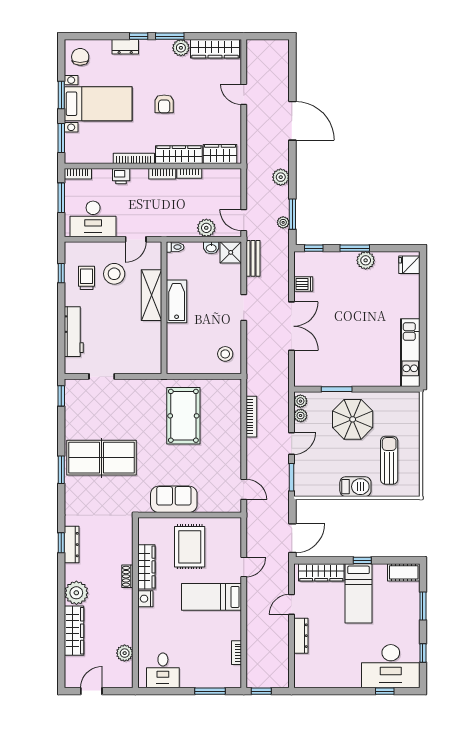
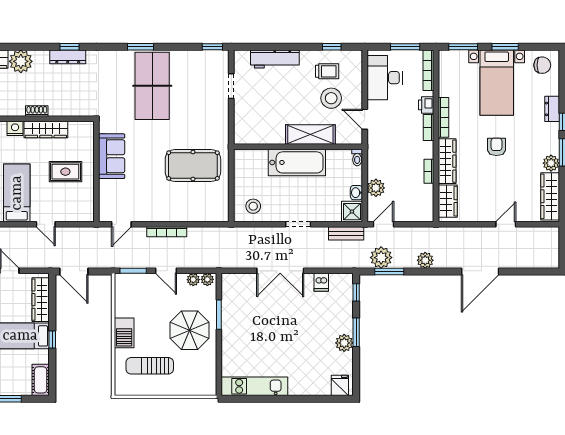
armchair: (164, 104) -> (497, 147), turned 90
bookcase: (78, 174) -> (428, 70), width x1.56
bookcase: (162, 174) -> (428, 128), moved
plant: (283, 222) -> (381, 258), width x1.88, depth x1.88
bathtub: (177, 301) -> (297, 162), width x1.36, depth x1.36
bookcase: (251, 417) -> (167, 232), moved
sun lounger: (389, 460) -> (150, 366), turned 180
rug: (190, 547) -> (65, 172), width x0.73, depth x0.70

